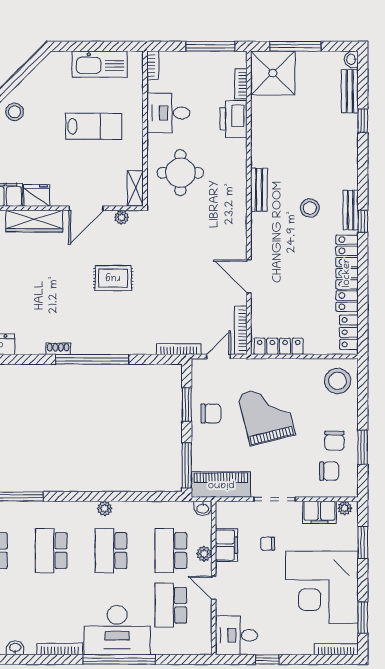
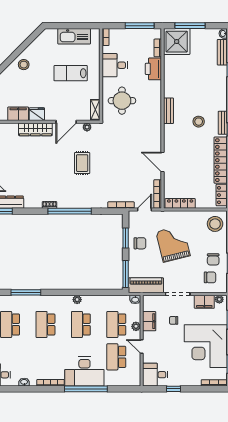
lab bench: (94, 126) -> (71, 73), turned 180
rug: (113, 278) -> (82, 163), turned 90

